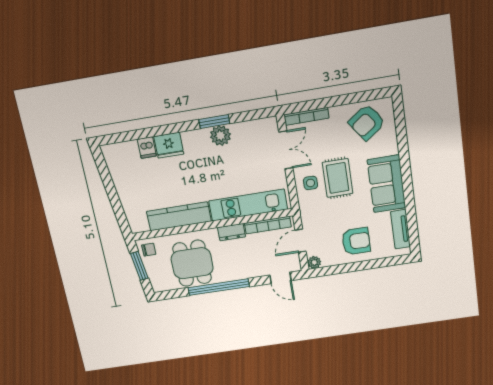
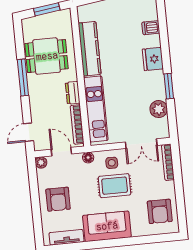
armchair: (367, 122) -> (160, 211), turned -144
plant: (220, 136) -> (159, 109), moved
fridge: (169, 145) -> (153, 59), moved
floor lamp: (306, 210) -> (88, 158), added
chair: (149, 250) -> (61, 19), removed
window: (219, 287) -> (23, 77), width x0.68

